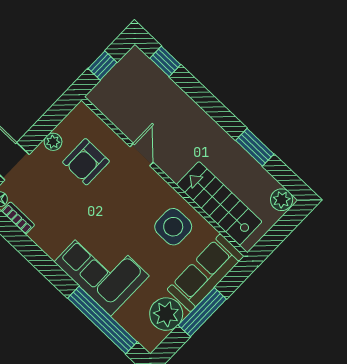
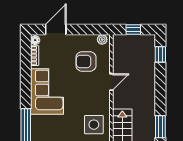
plant: (53, 142) -> (102, 40), moved
corner sofa: (102, 269) -> (47, 91), moved

